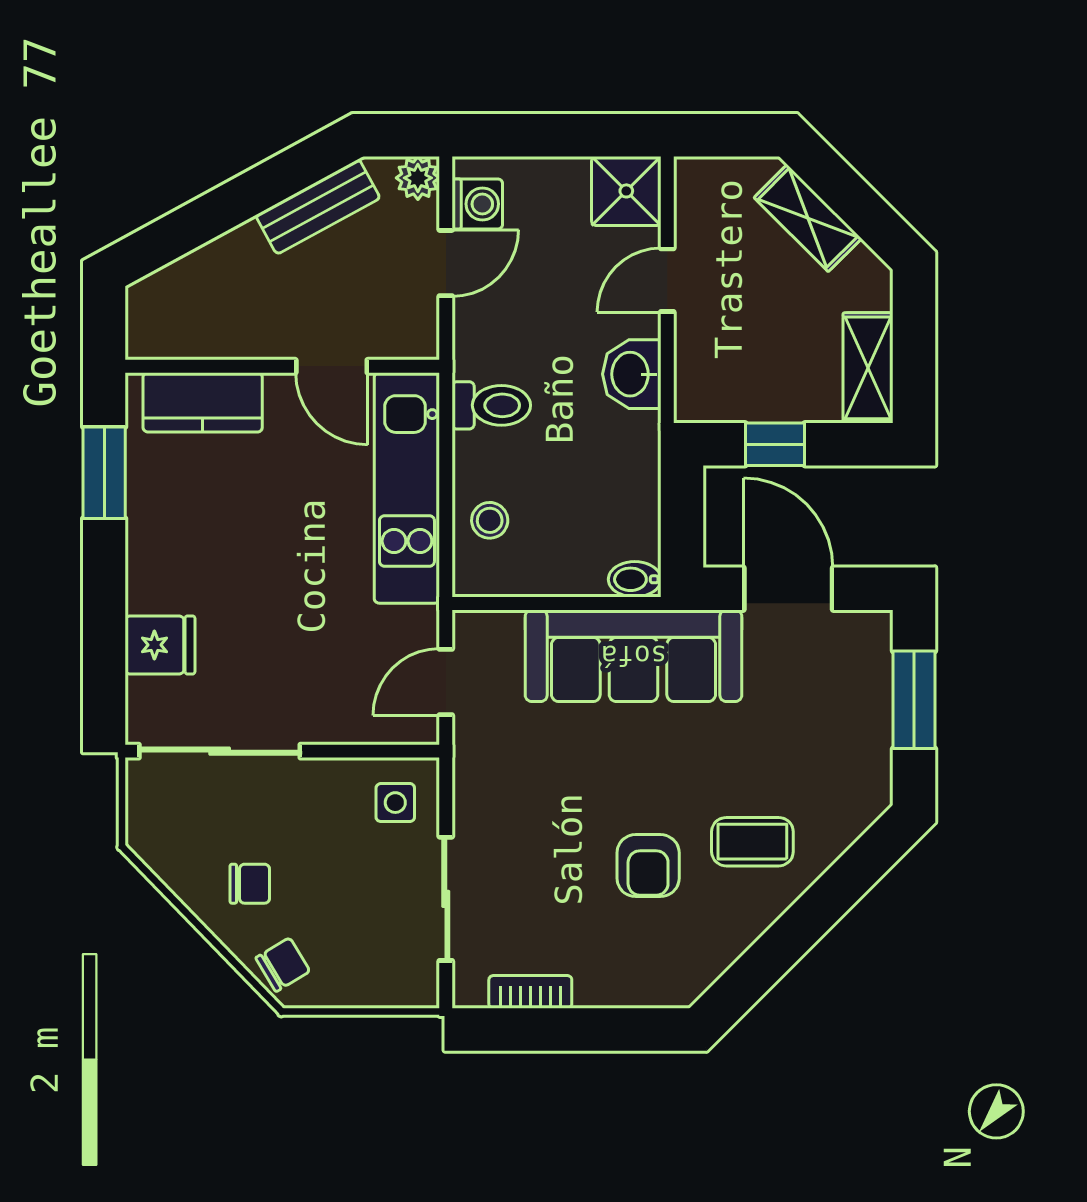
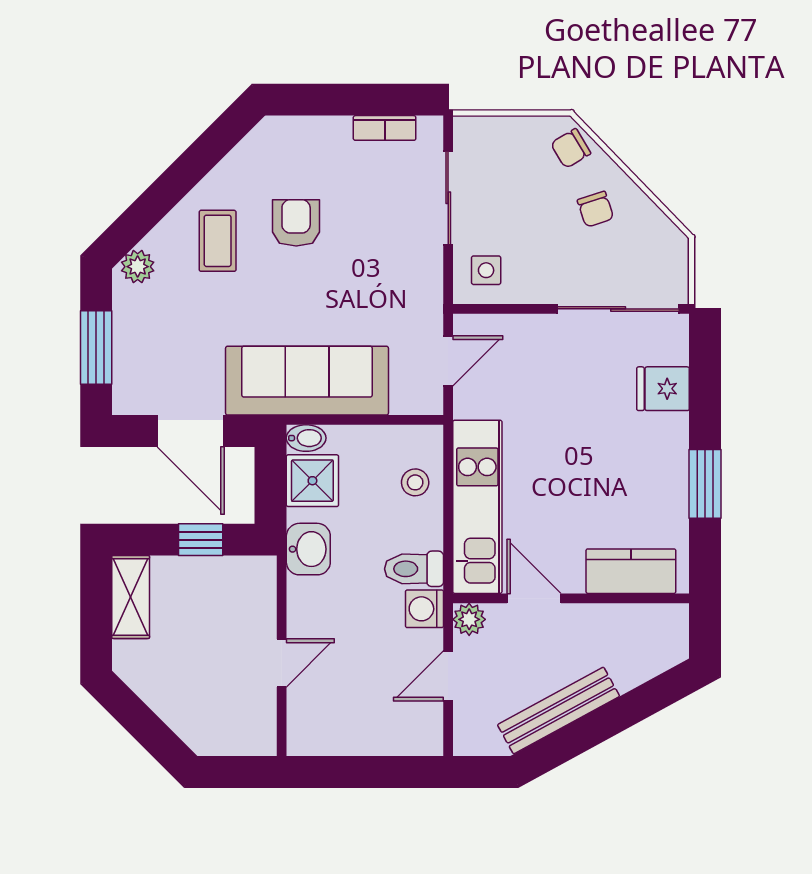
plant: (418, 178) -> (469, 619), moved
shower: (626, 191) -> (312, 481), moved
washing machine: (477, 204) -> (424, 609), moved
bench: (318, 207) -> (558, 710), width x1.36
shelving: (808, 218) -> (176, 710), removed
washbasin: (632, 374) -> (308, 549), moved
window: (104, 473) -> (705, 484), moved
plant: (859, 808) -> (138, 267), added
coffee table: (752, 842) -> (218, 241), turned 90
chair: (250, 884) -> (595, 209), turned -108

